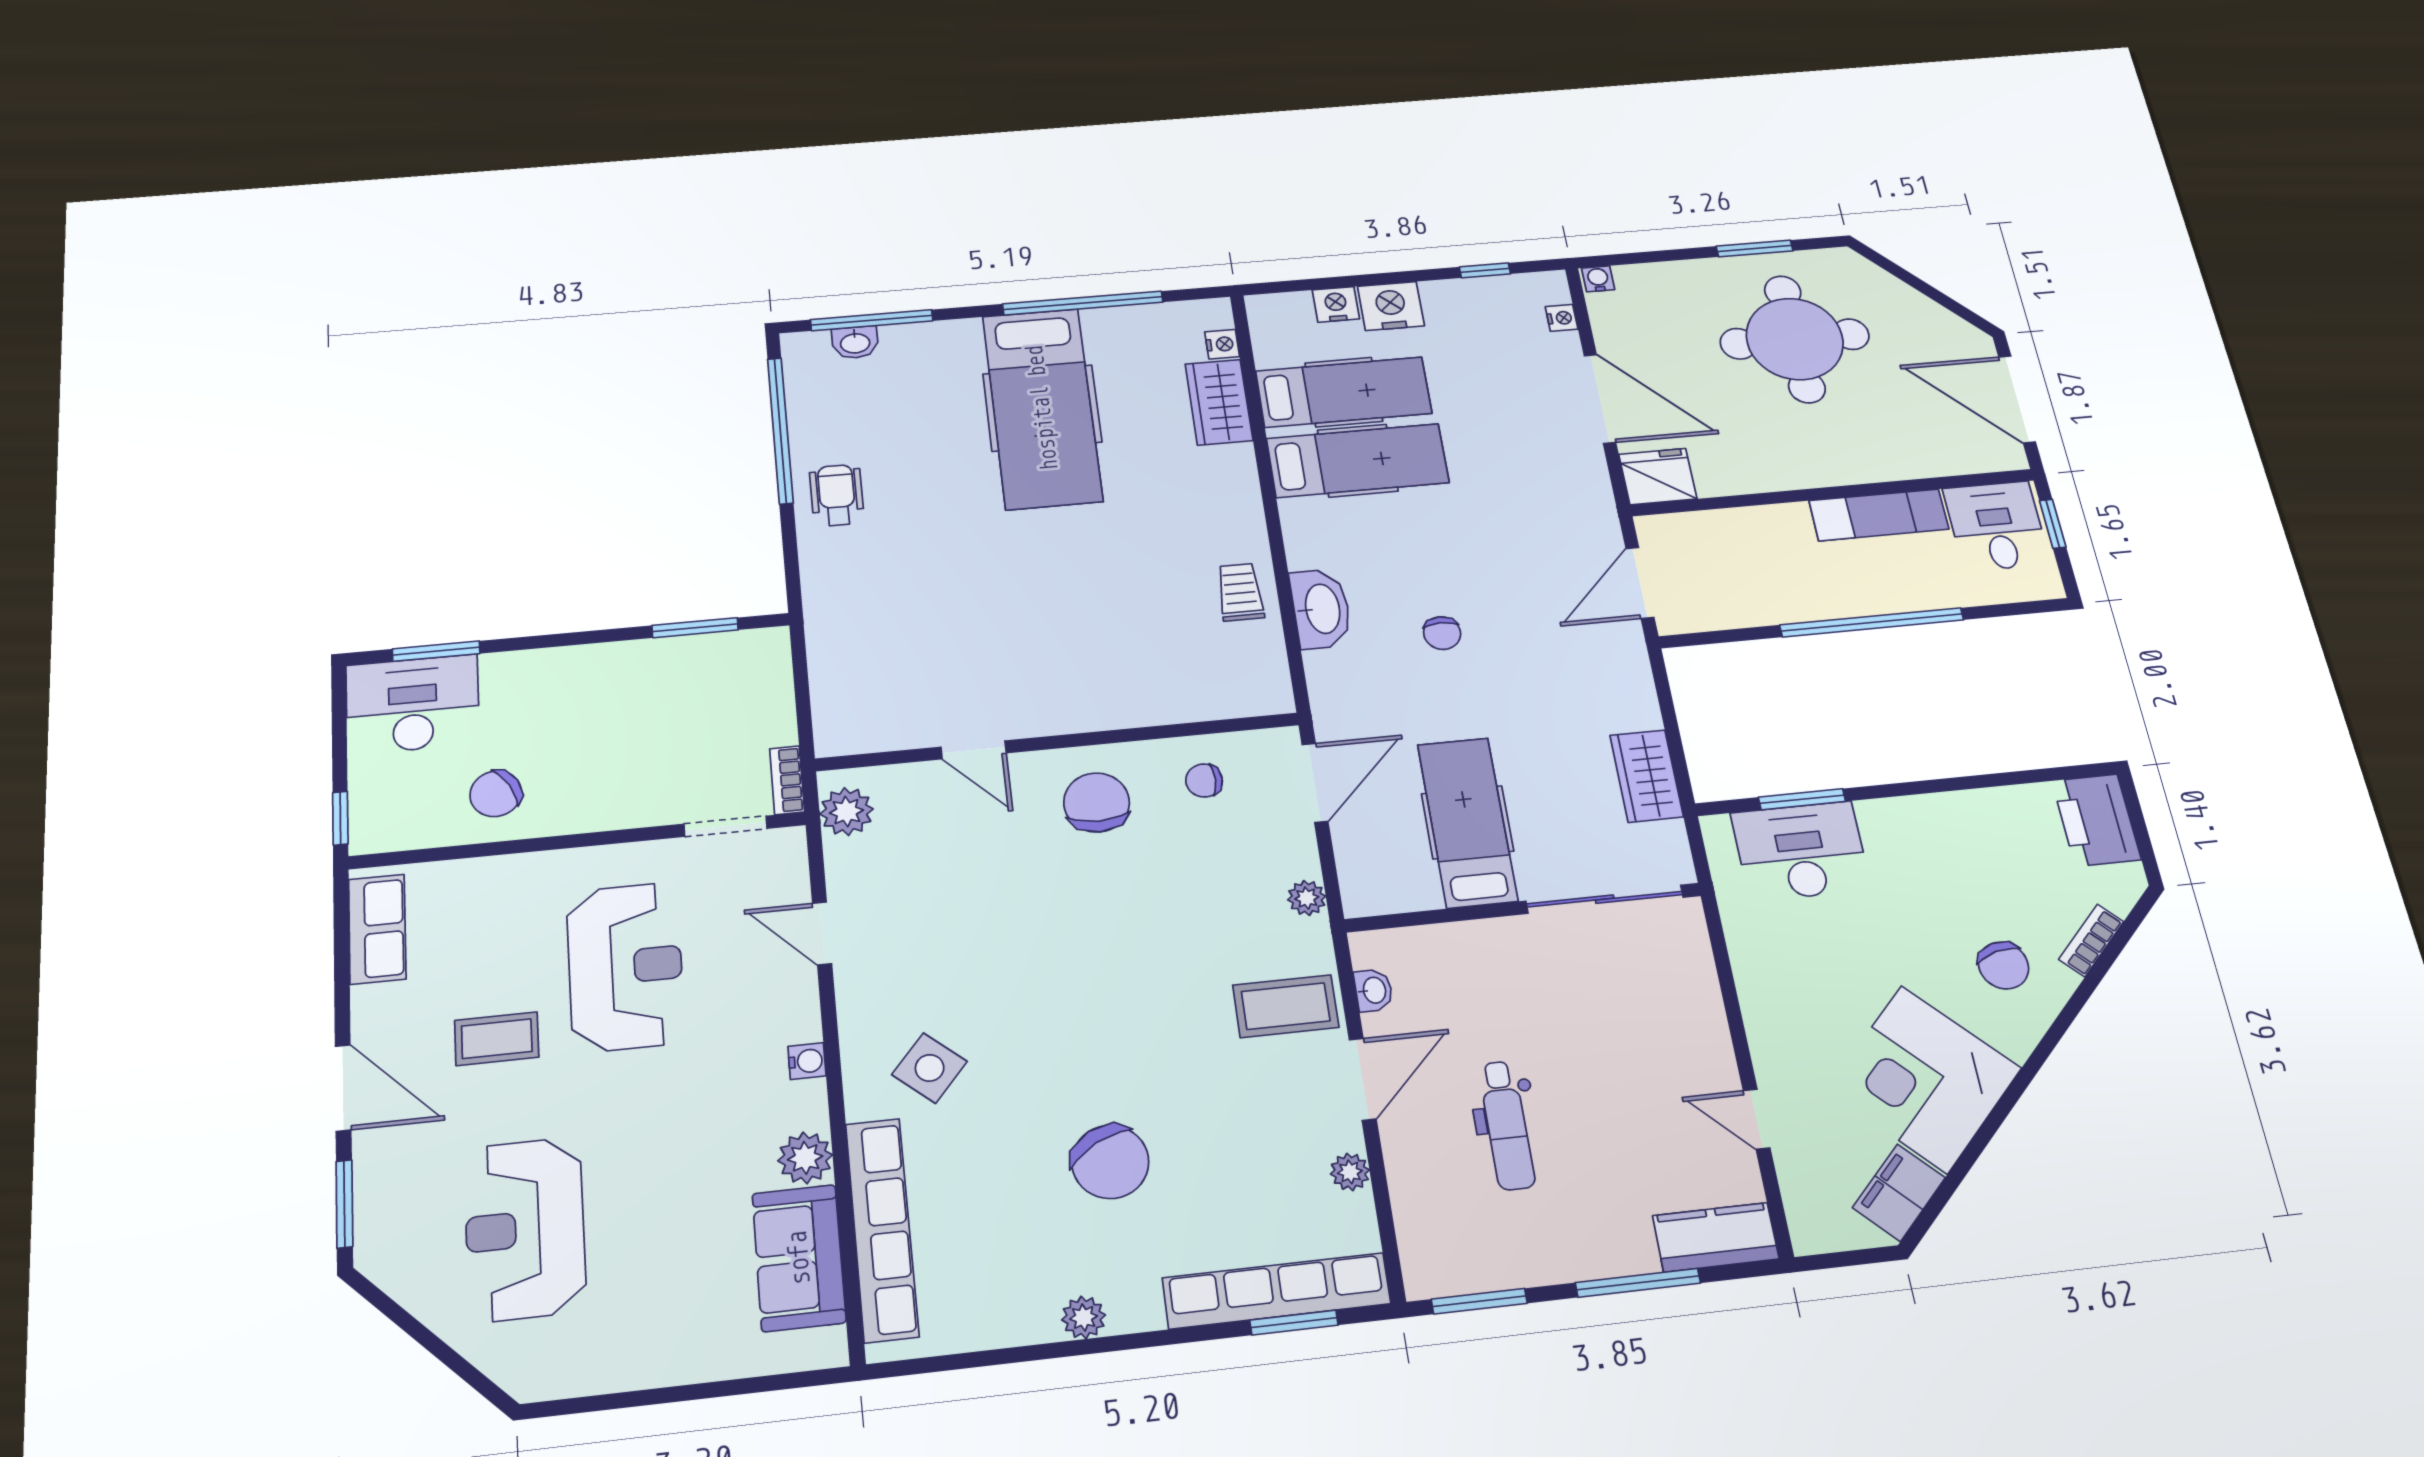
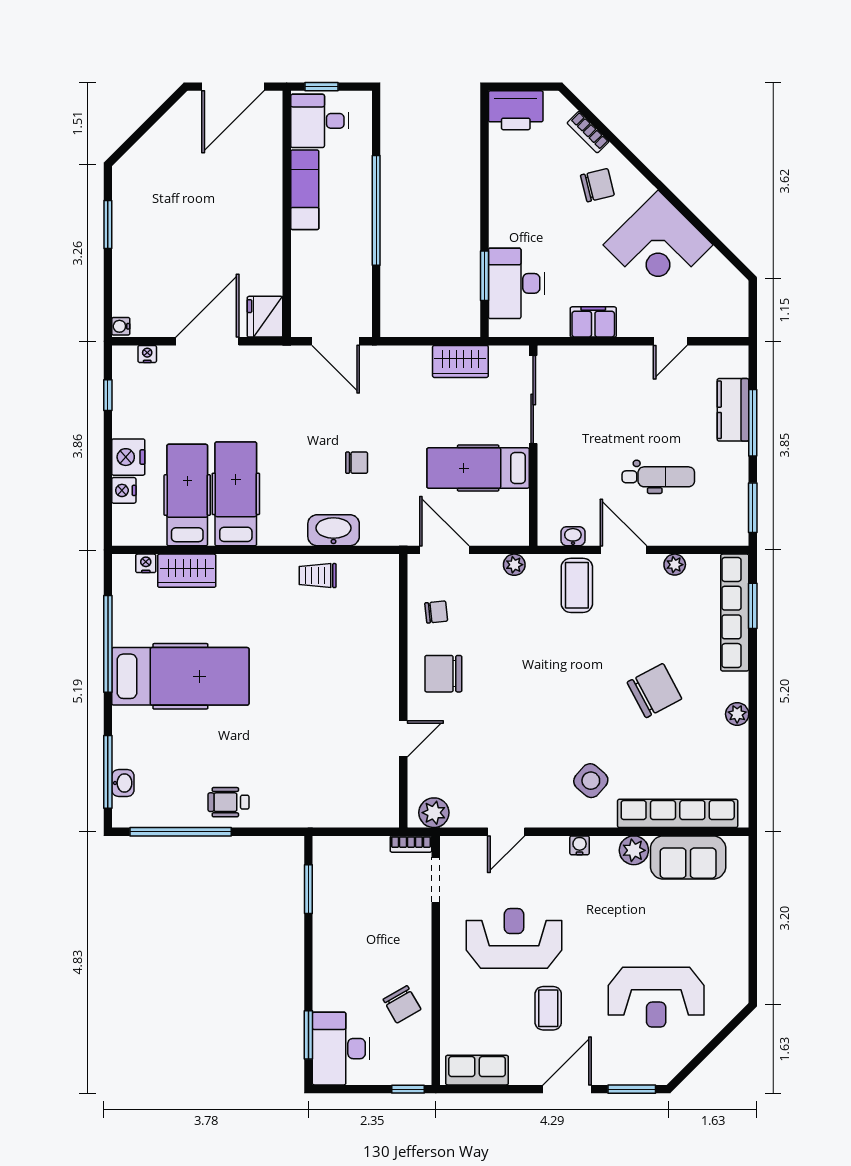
round table: (1795, 339) -> (177, 214), removed
chair: (1204, 781) -> (436, 612), turned -96
filing cabinet: (1899, 1193) -> (593, 322), moved, turned 135
kitchen counter: (1716, 1237) -> (733, 410), moved

